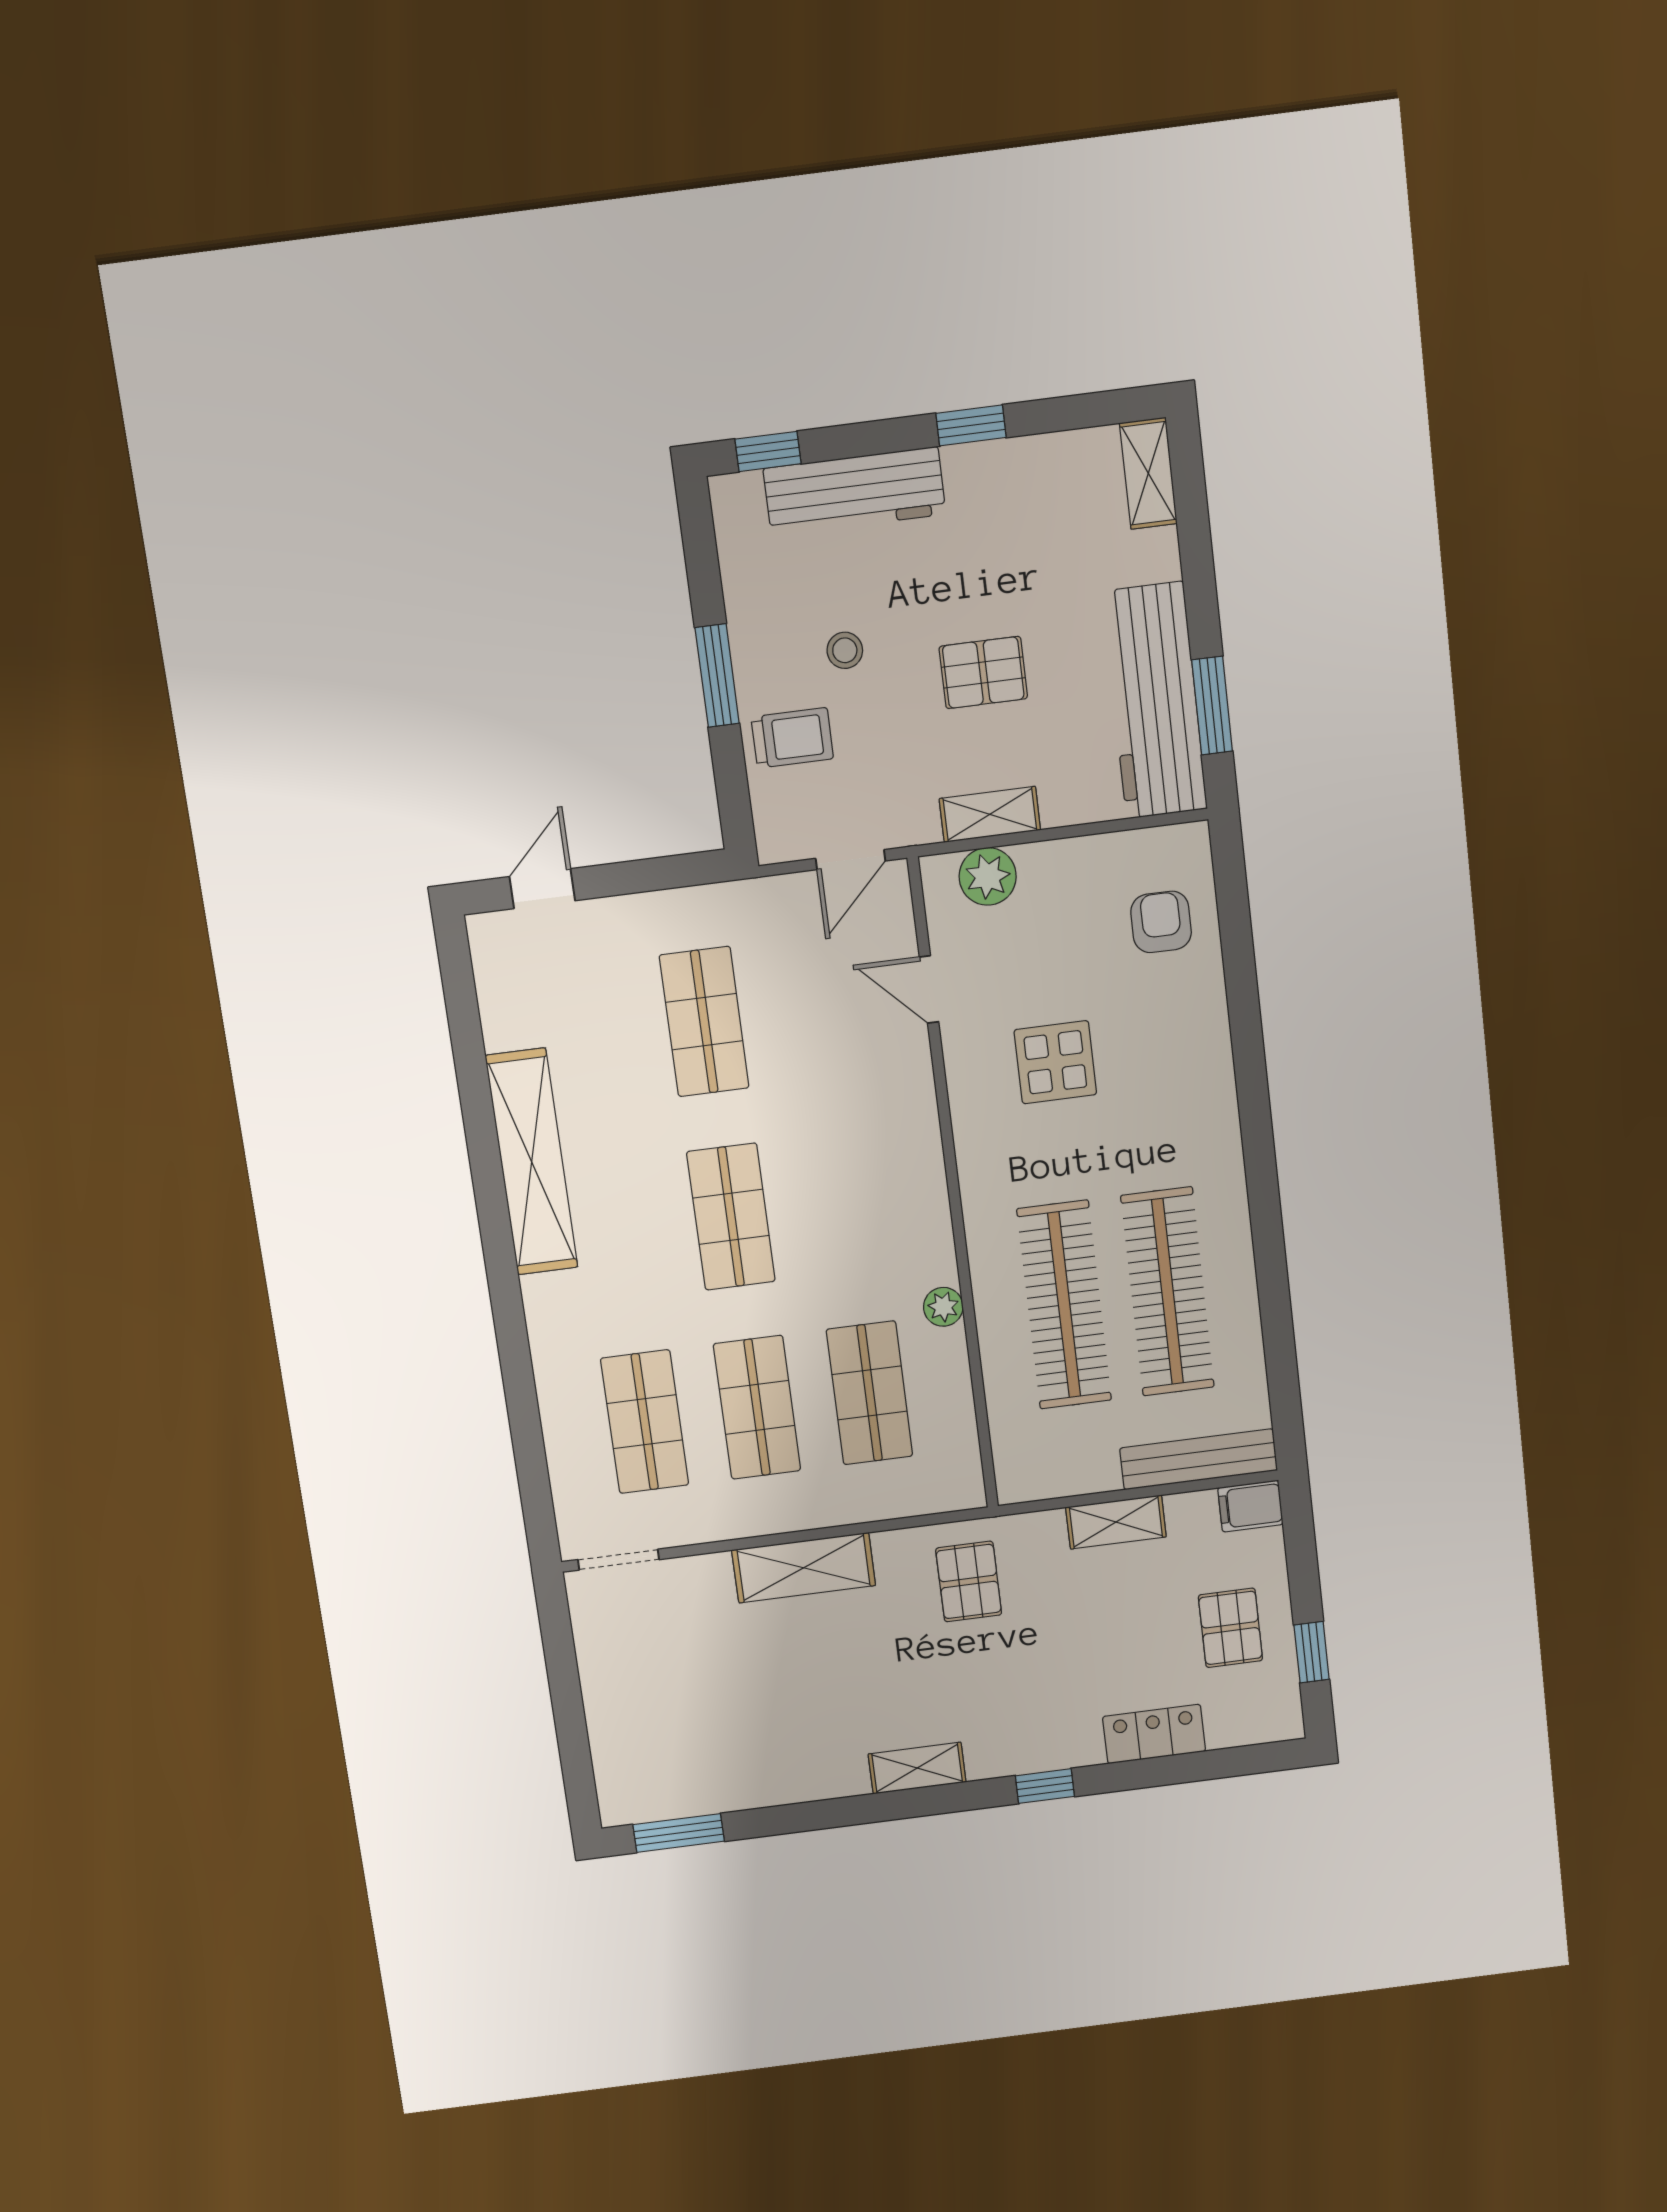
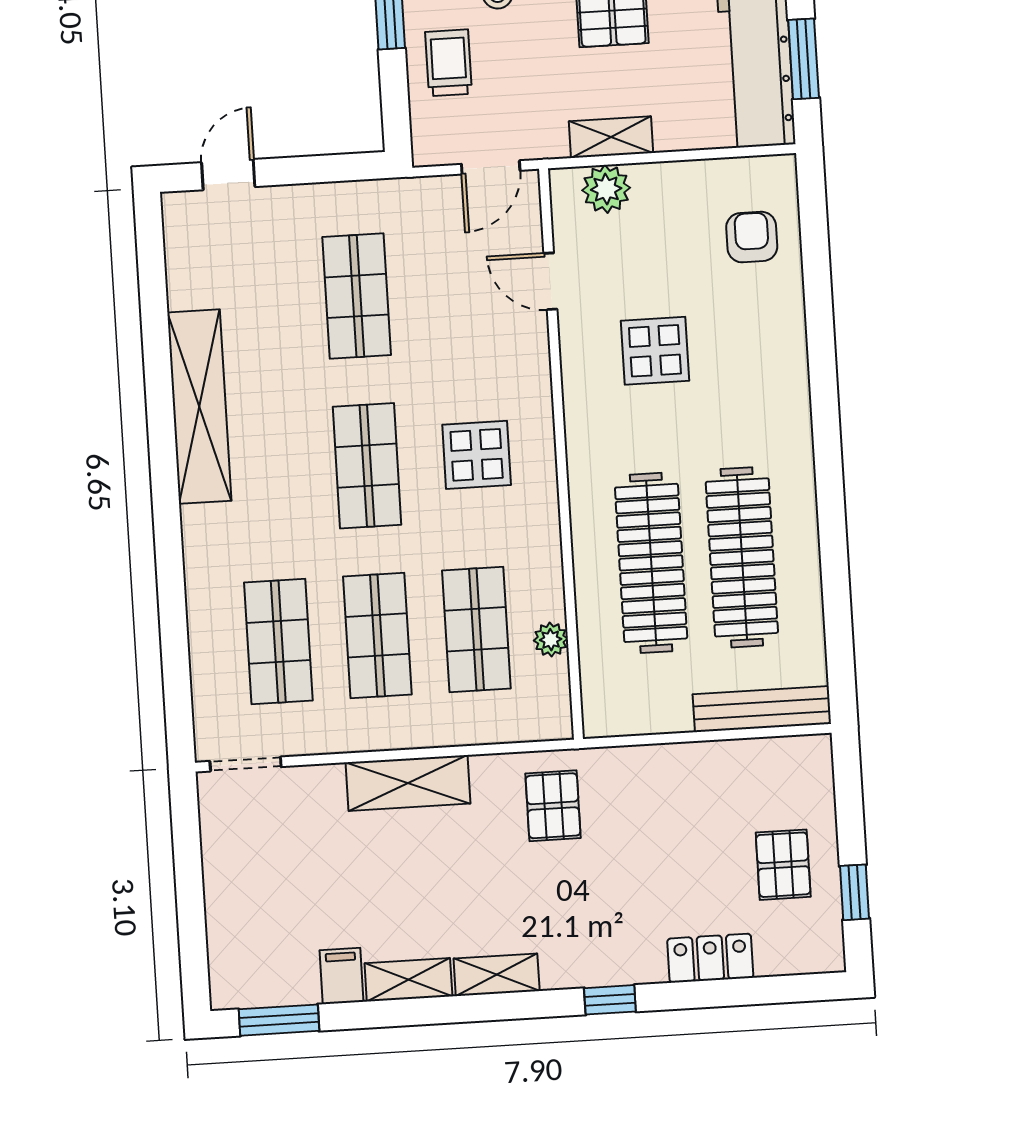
trolley: (792, 738) -> (449, 63), turned -90
display table: (856, 1196) -> (477, 455), added
plant: (943, 1307) -> (551, 640), moved
filing cabinet: (1250, 1506) -> (341, 976), moved, turned 90
shelving: (1116, 1522) -> (408, 980), moved

